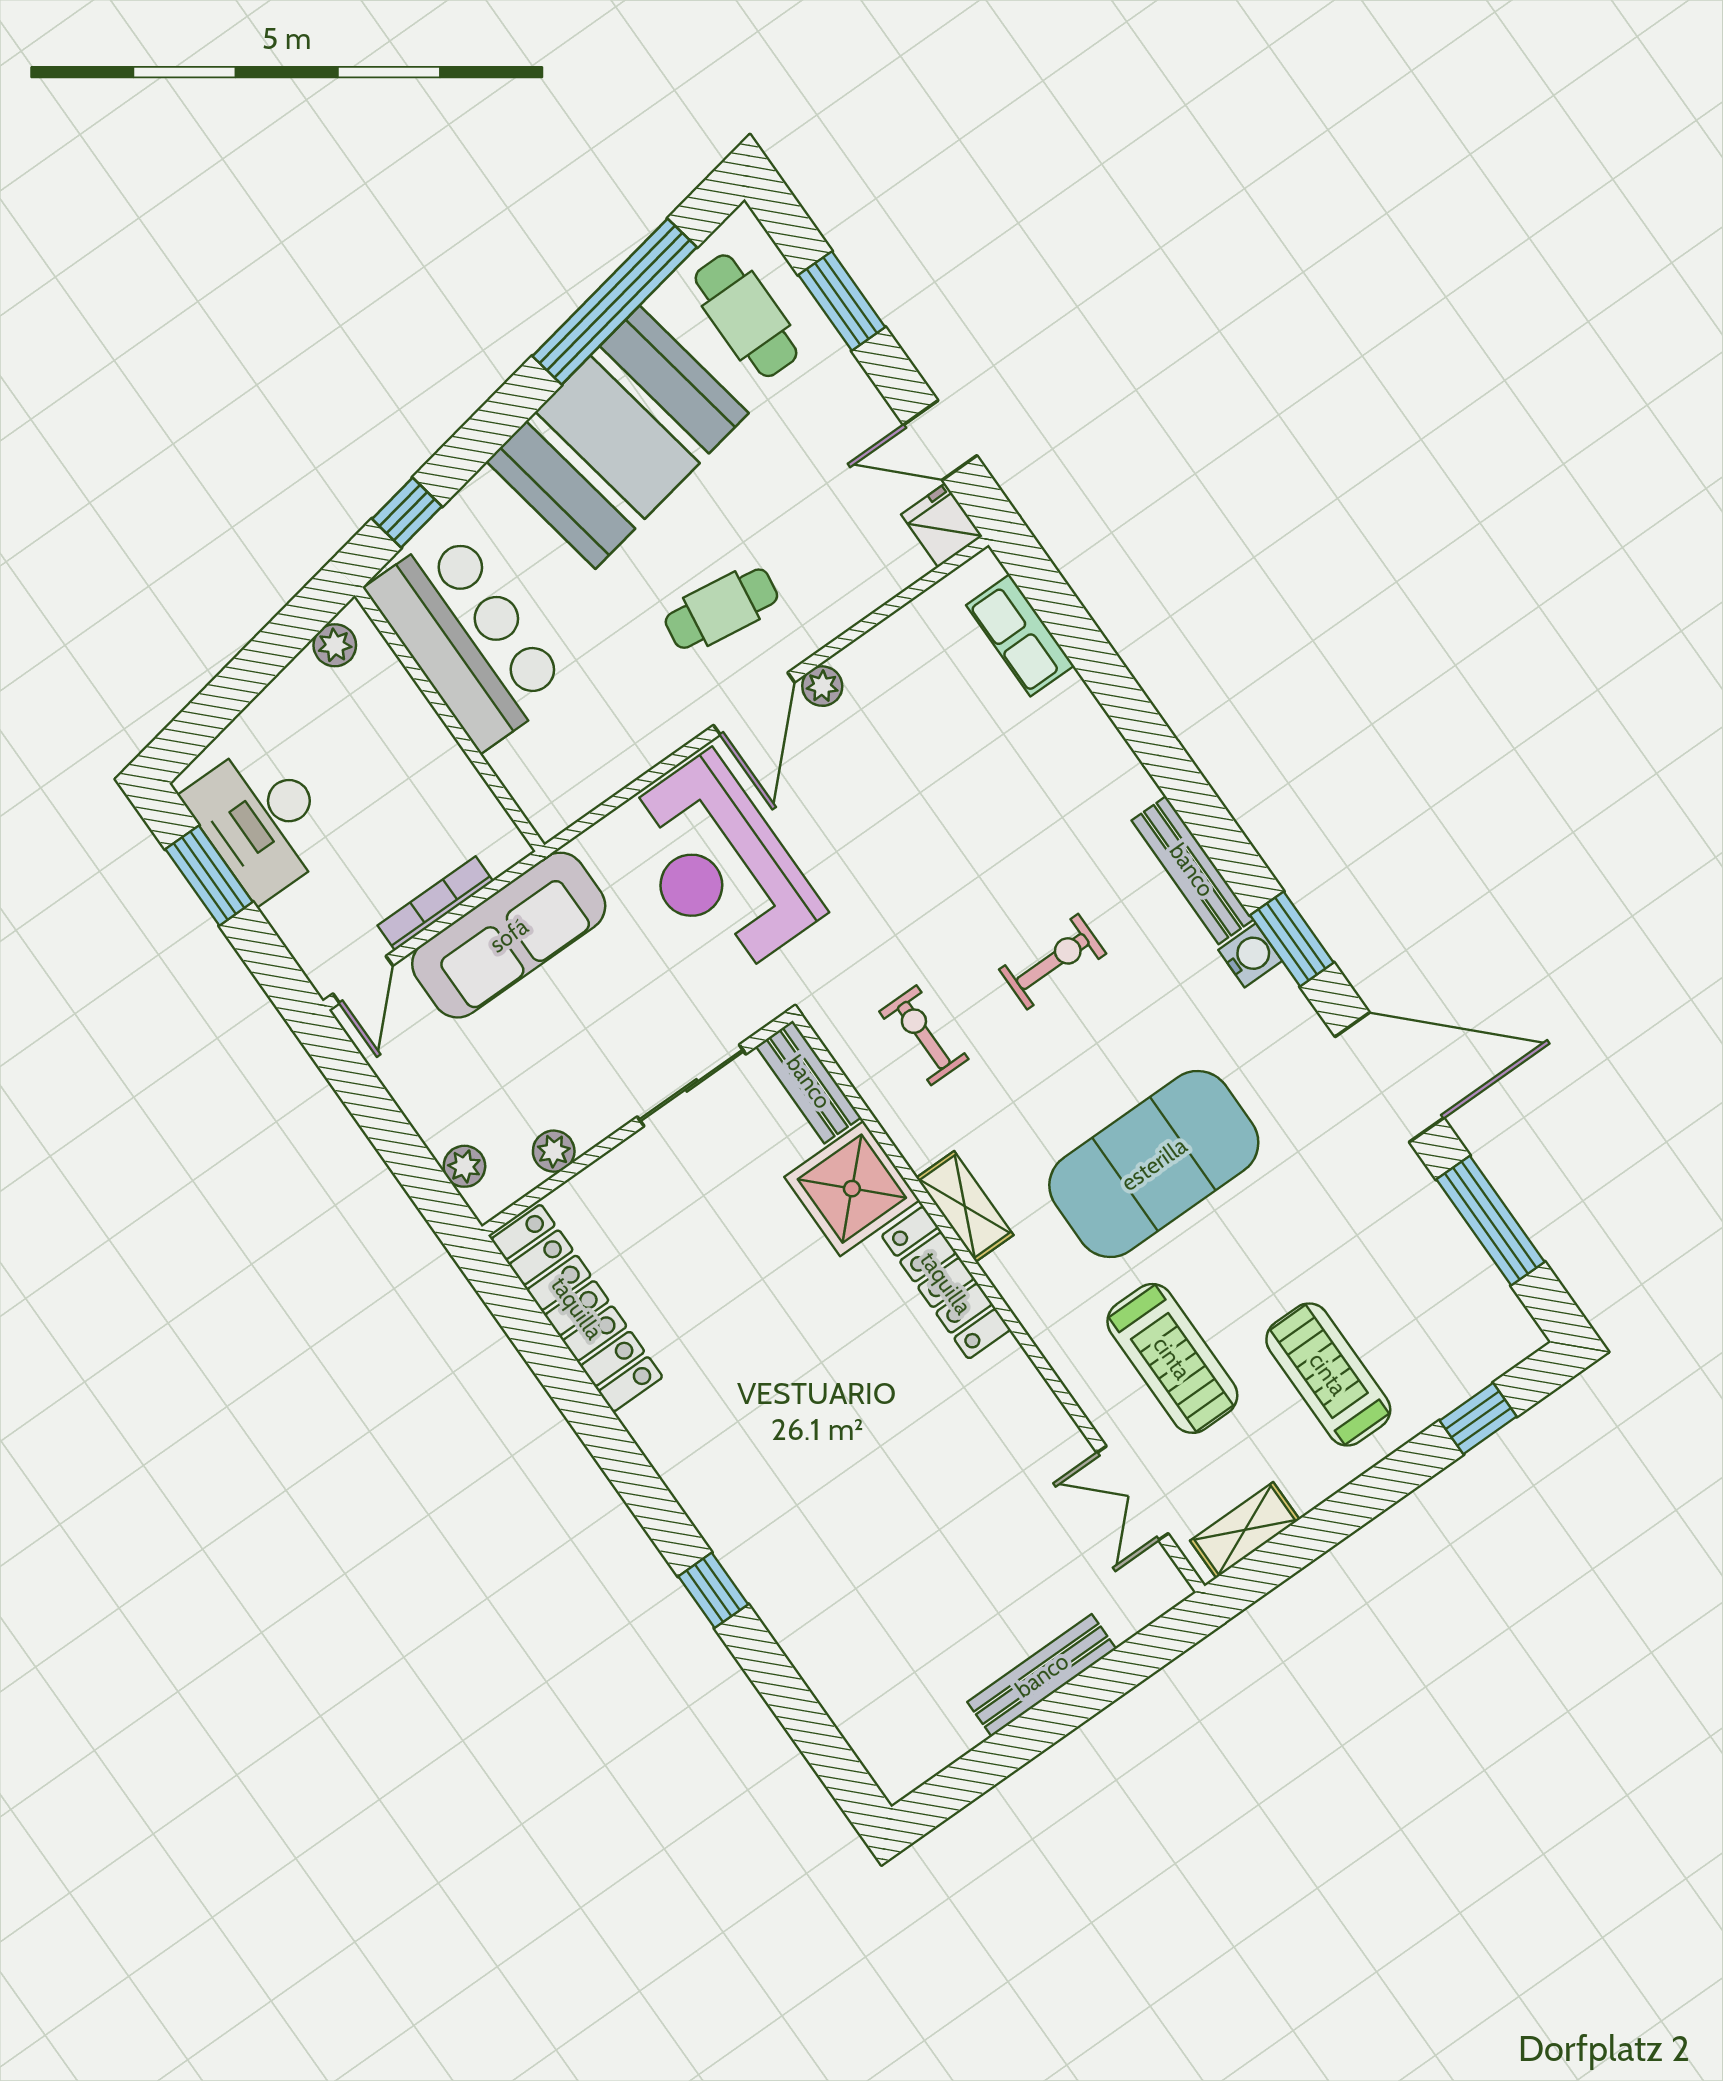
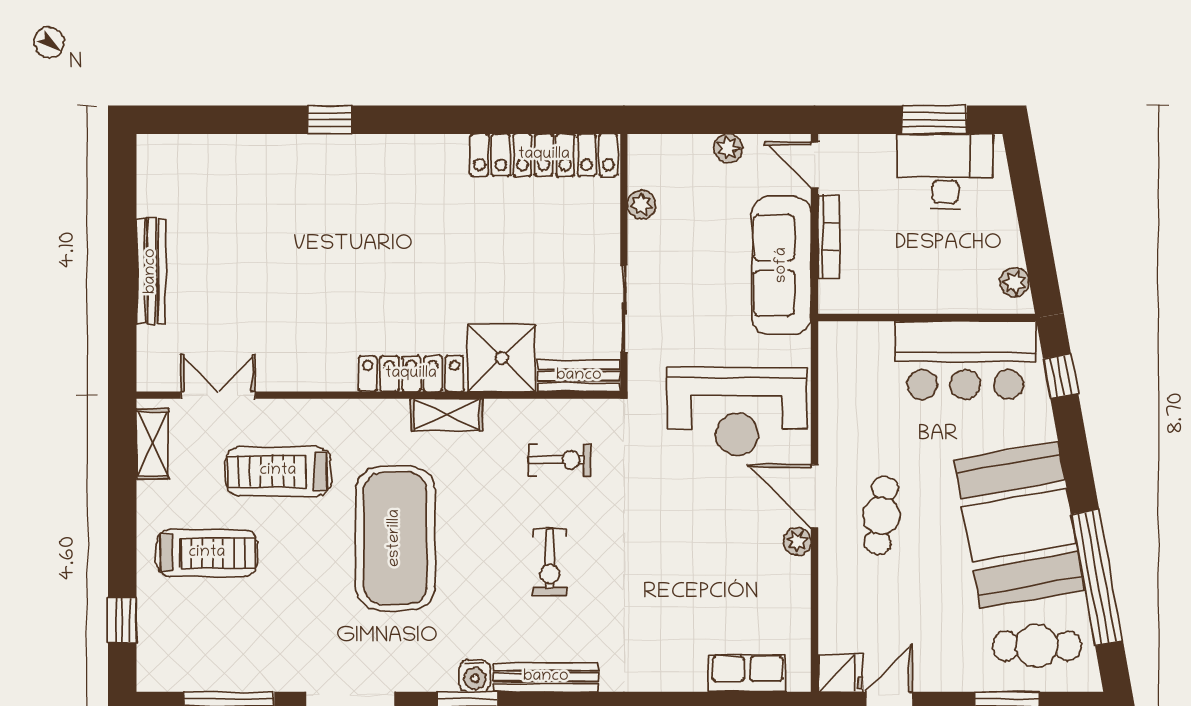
reception desk: (719, 866) -> (737, 411), turned 180
plant: (464, 1166) -> (728, 148), moved

